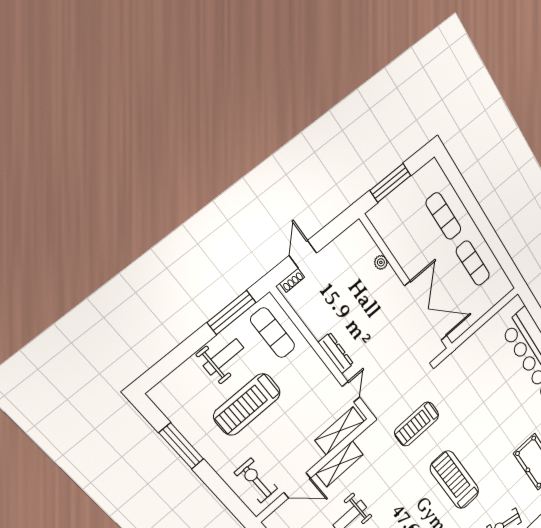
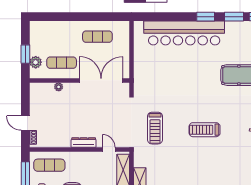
window: (390, 183) -> (25, 54), width x0.69
plant: (390, 206) -> (36, 62), added
exercise mat: (443, 216) -> (62, 63), moved
treadmill: (455, 480) -> (205, 130), width x0.73, depth x0.73

